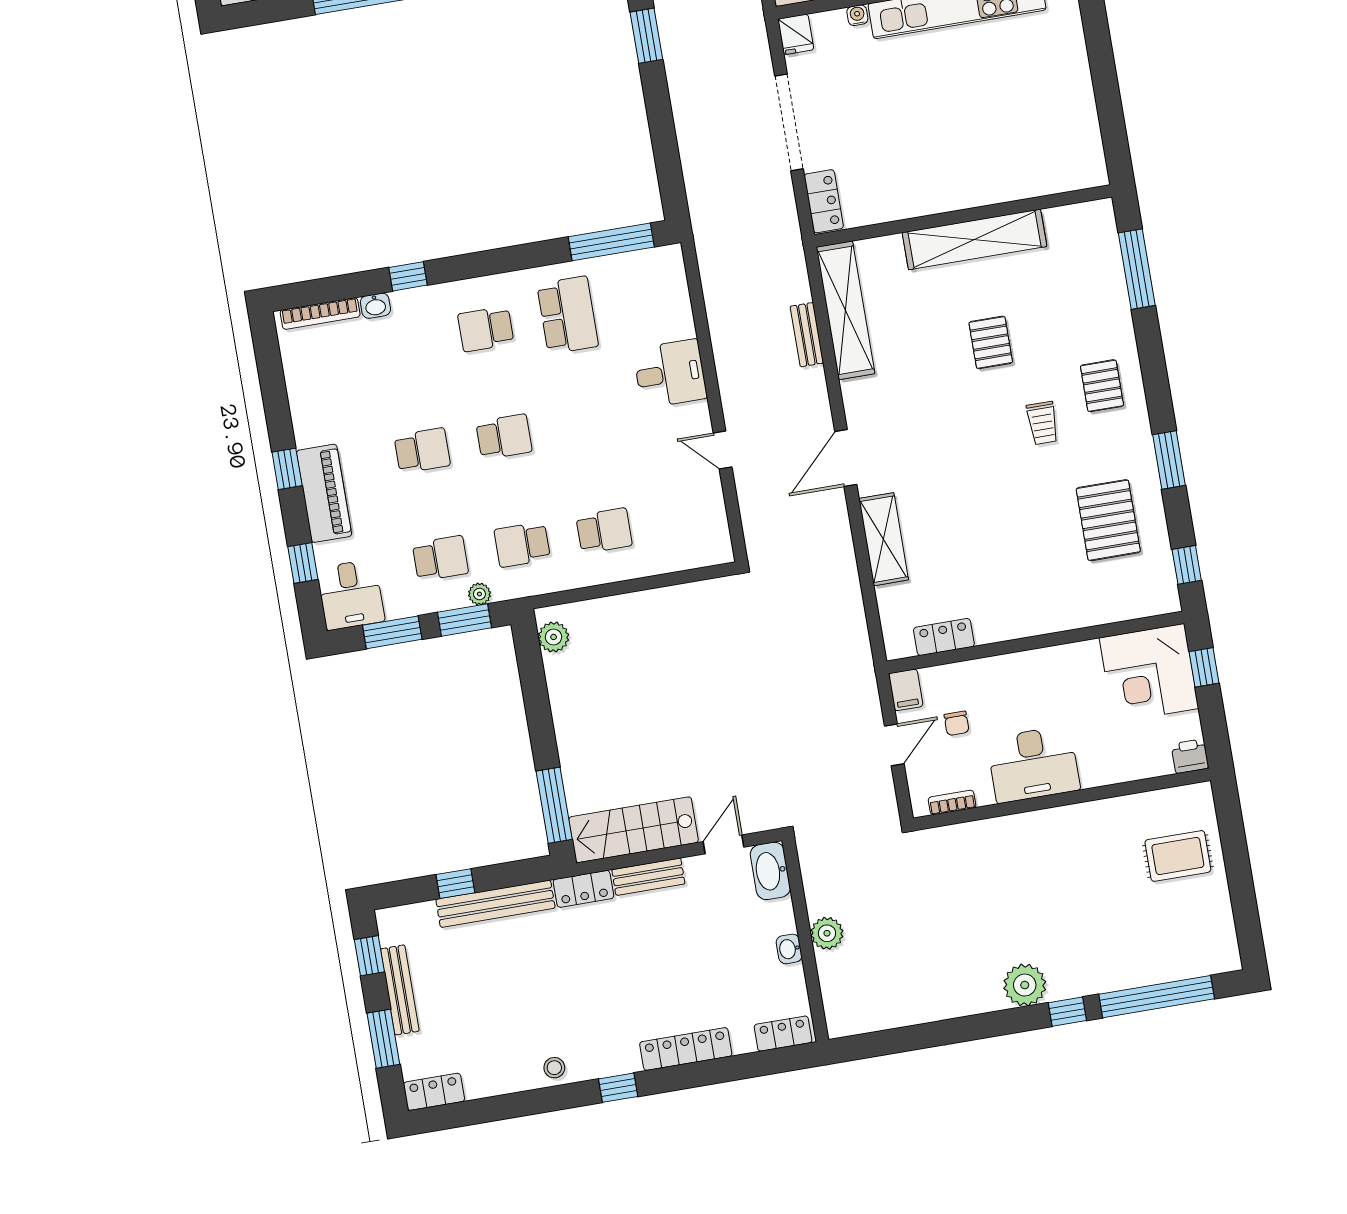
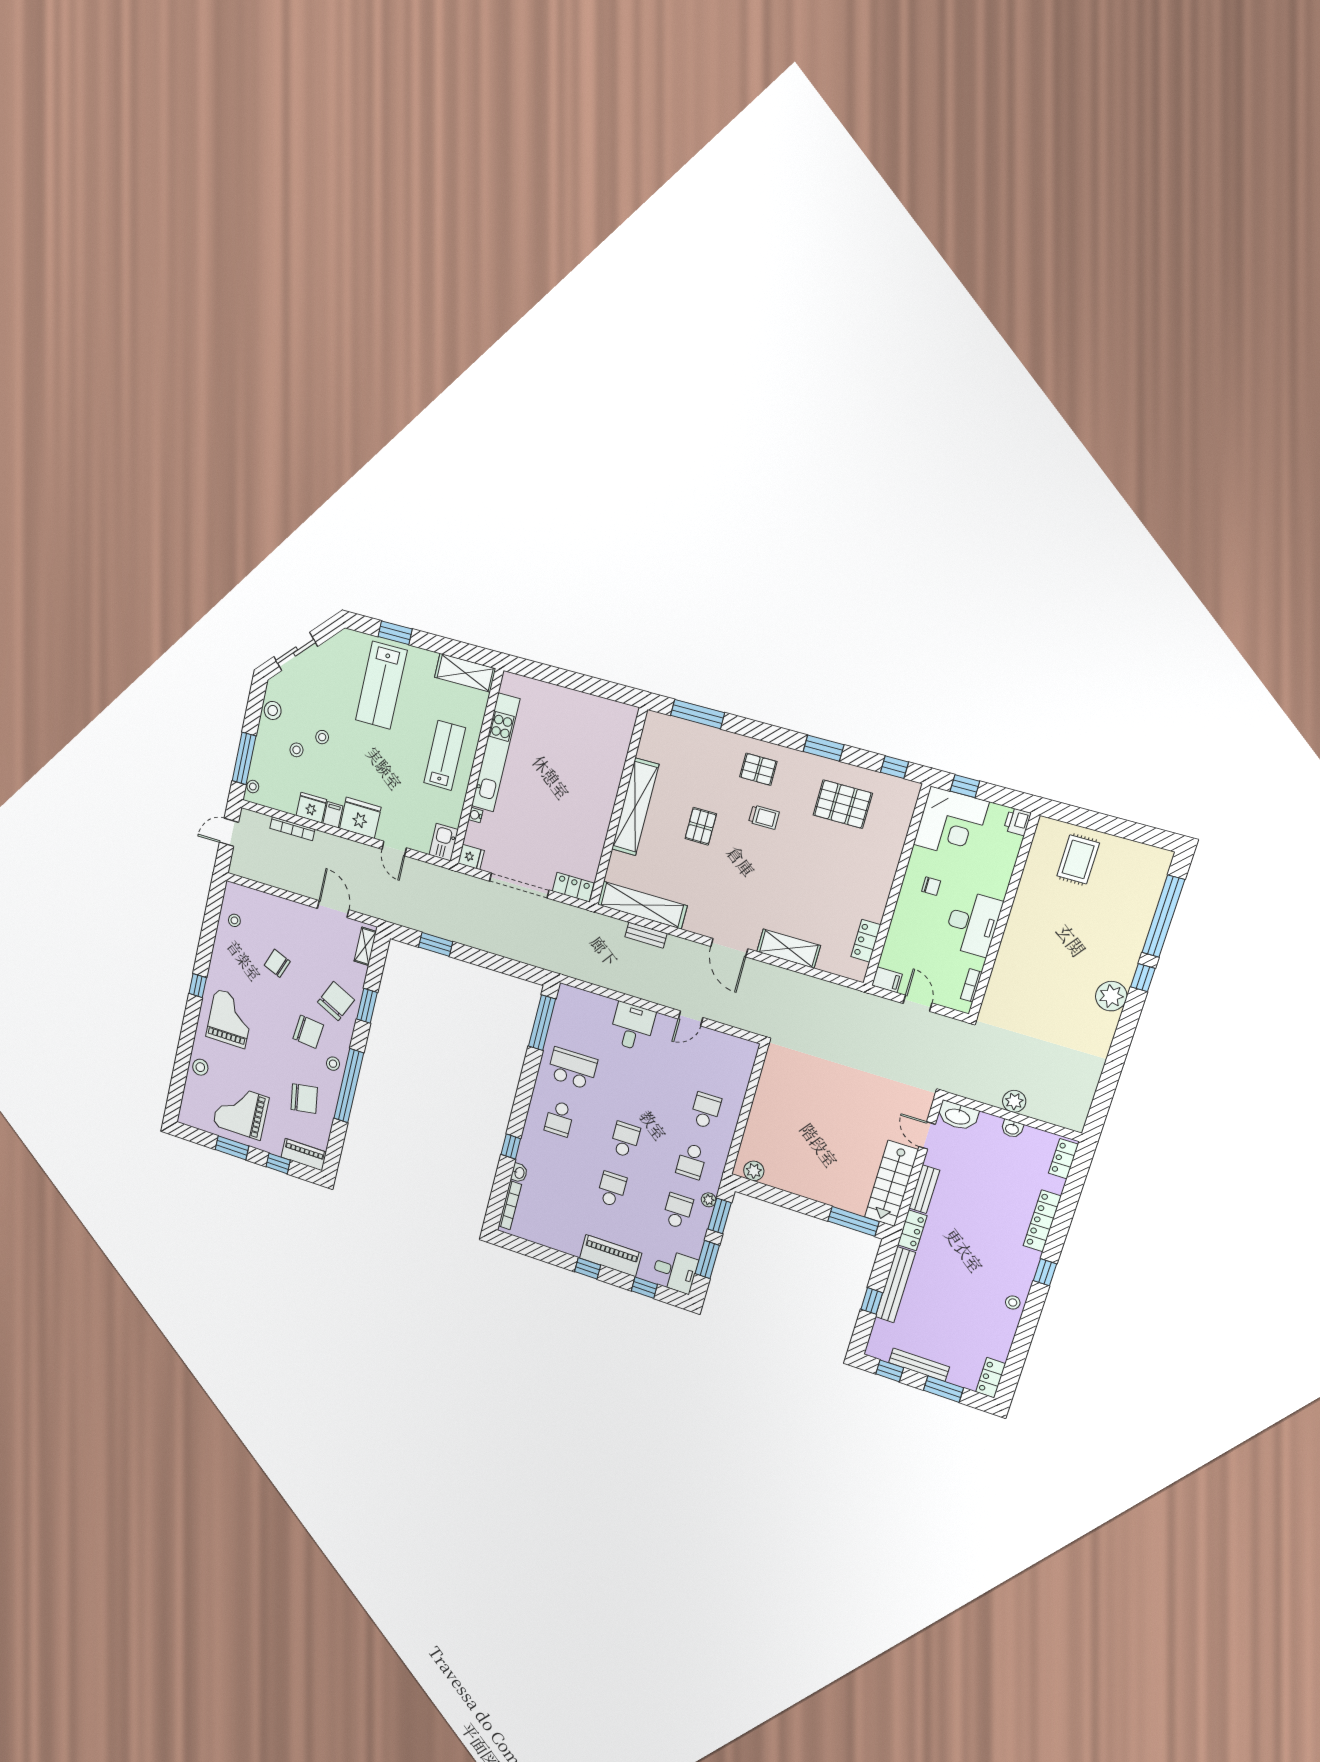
pallet: (991, 342) -> (701, 826), turned 90
chair: (957, 723) -> (931, 886), moved

